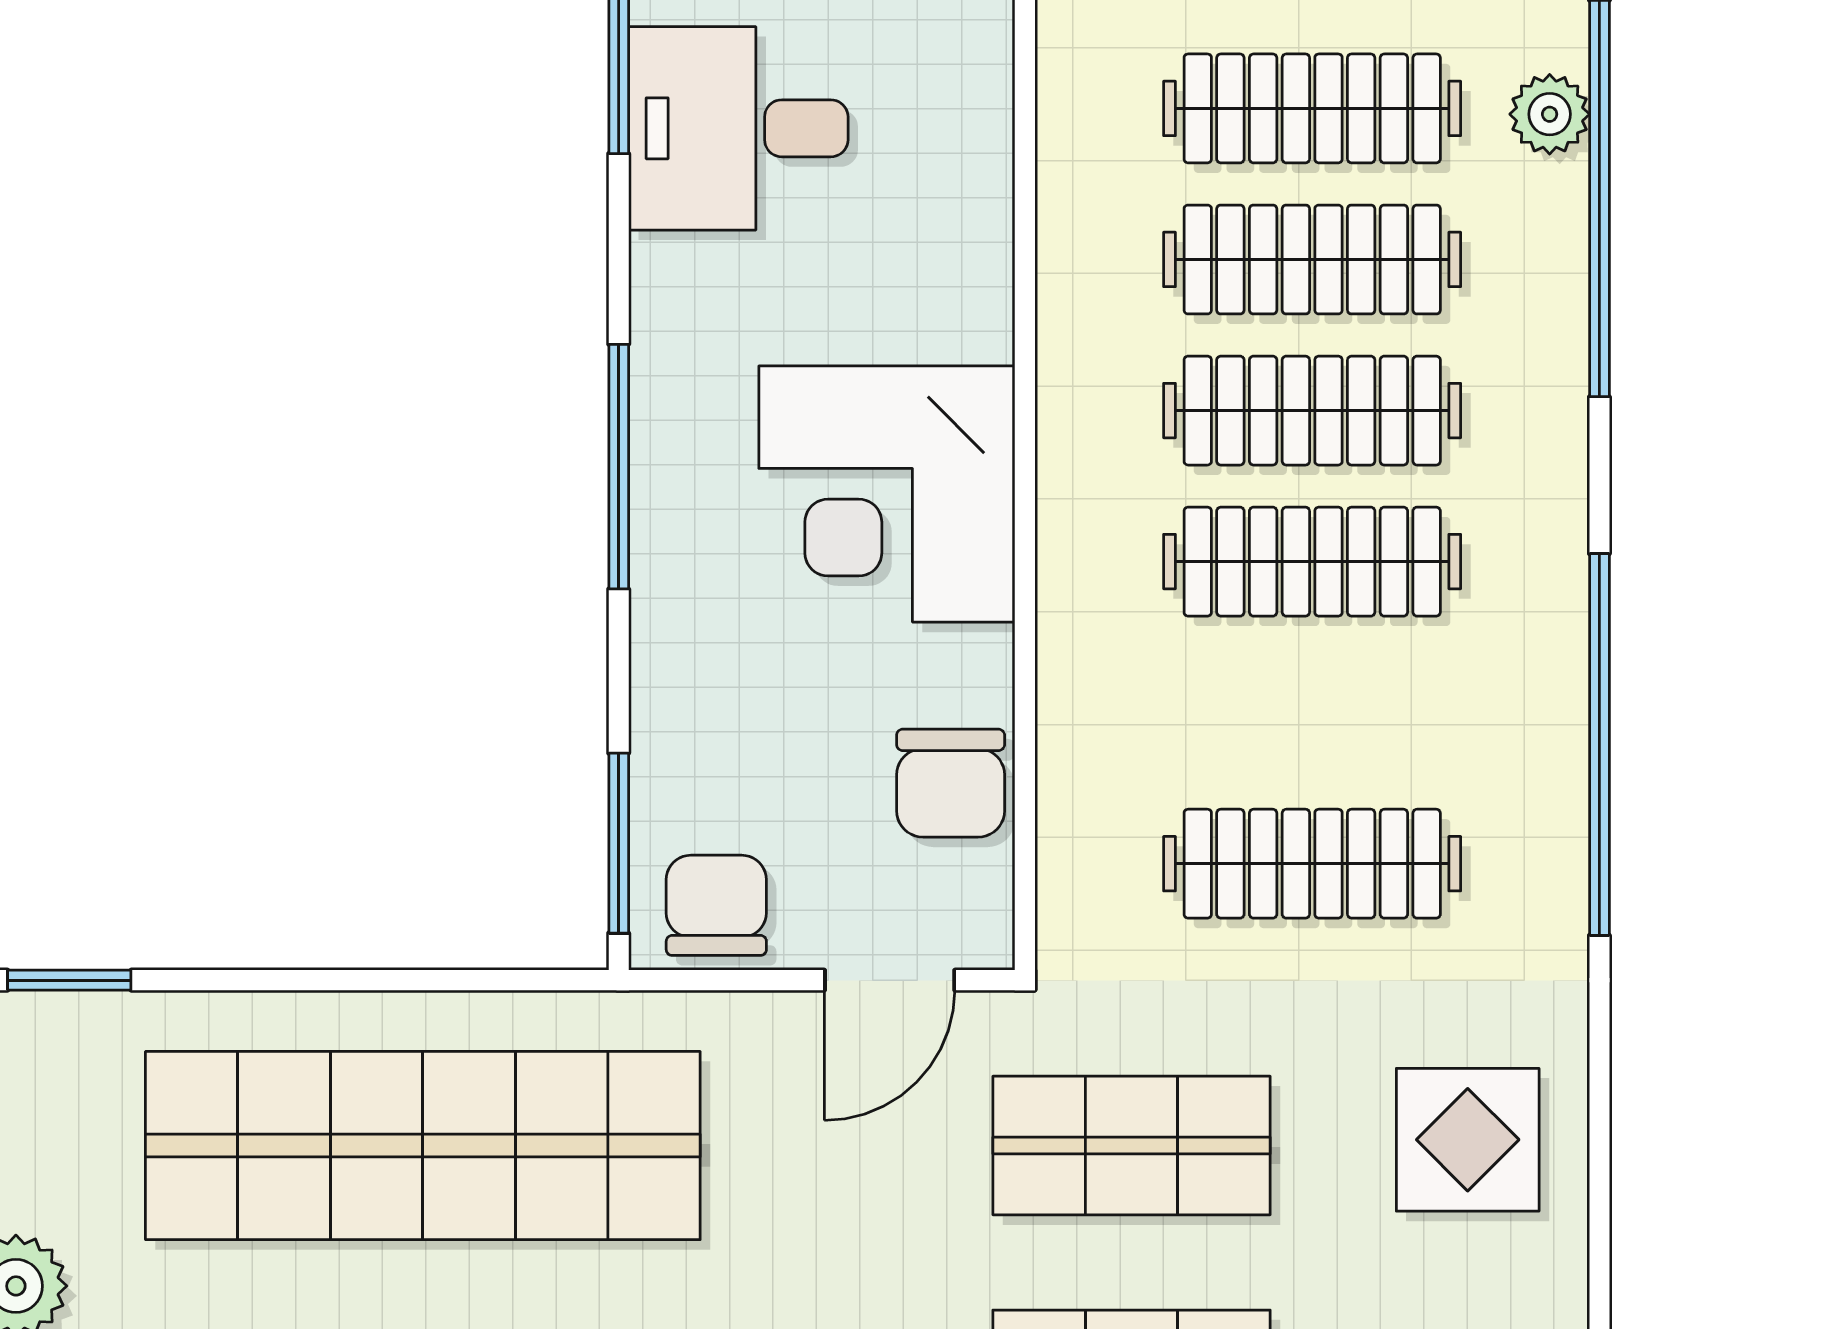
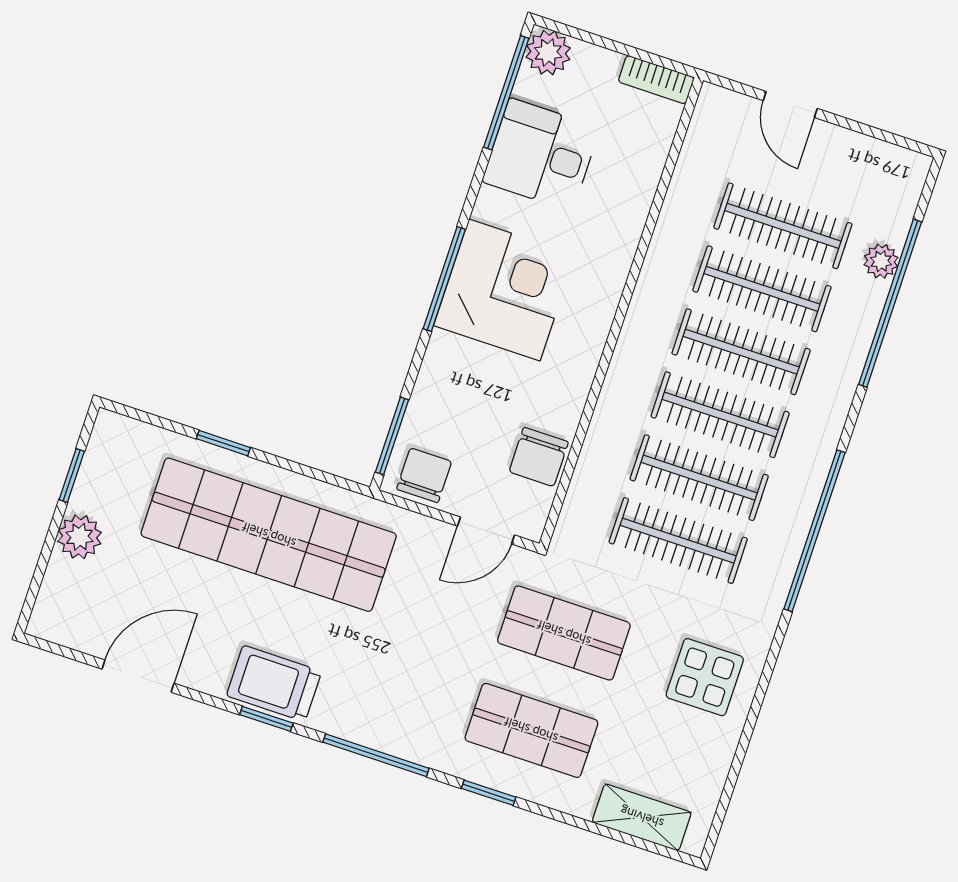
corner desk: (887, 494) -> (504, 290), moved, turned 180
clothes rail: (1312, 713) -> (699, 478), added
window: (69, 980) -> (223, 443), moved

